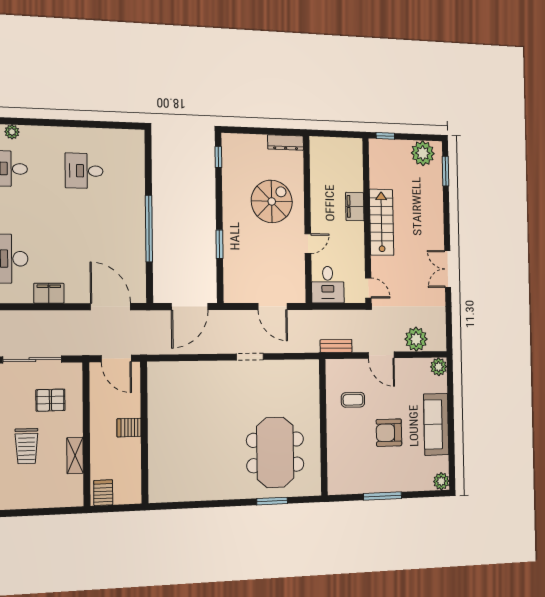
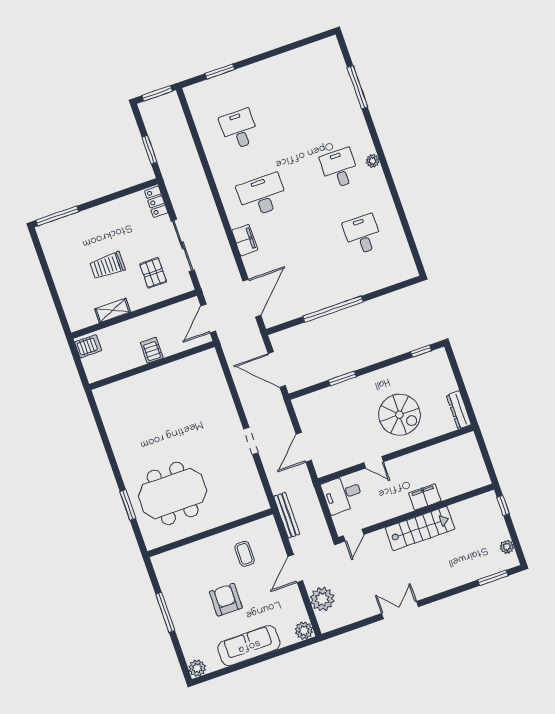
plant: (423, 153) -> (507, 547), width x0.53, depth x0.53
bench: (336, 346) -> (287, 515), width x1.36

